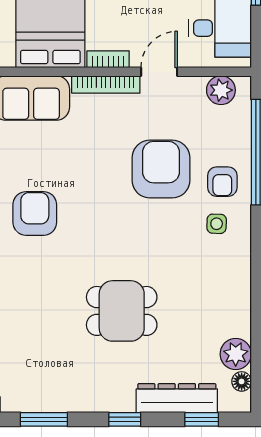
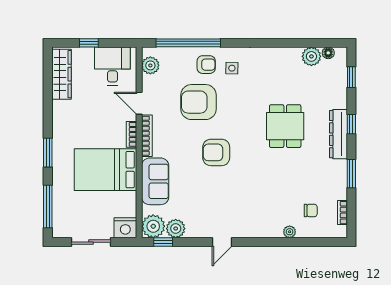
armchair: (35, 213) -> (216, 152), moved
dresser: (177, 398) -> (338, 134), moved

